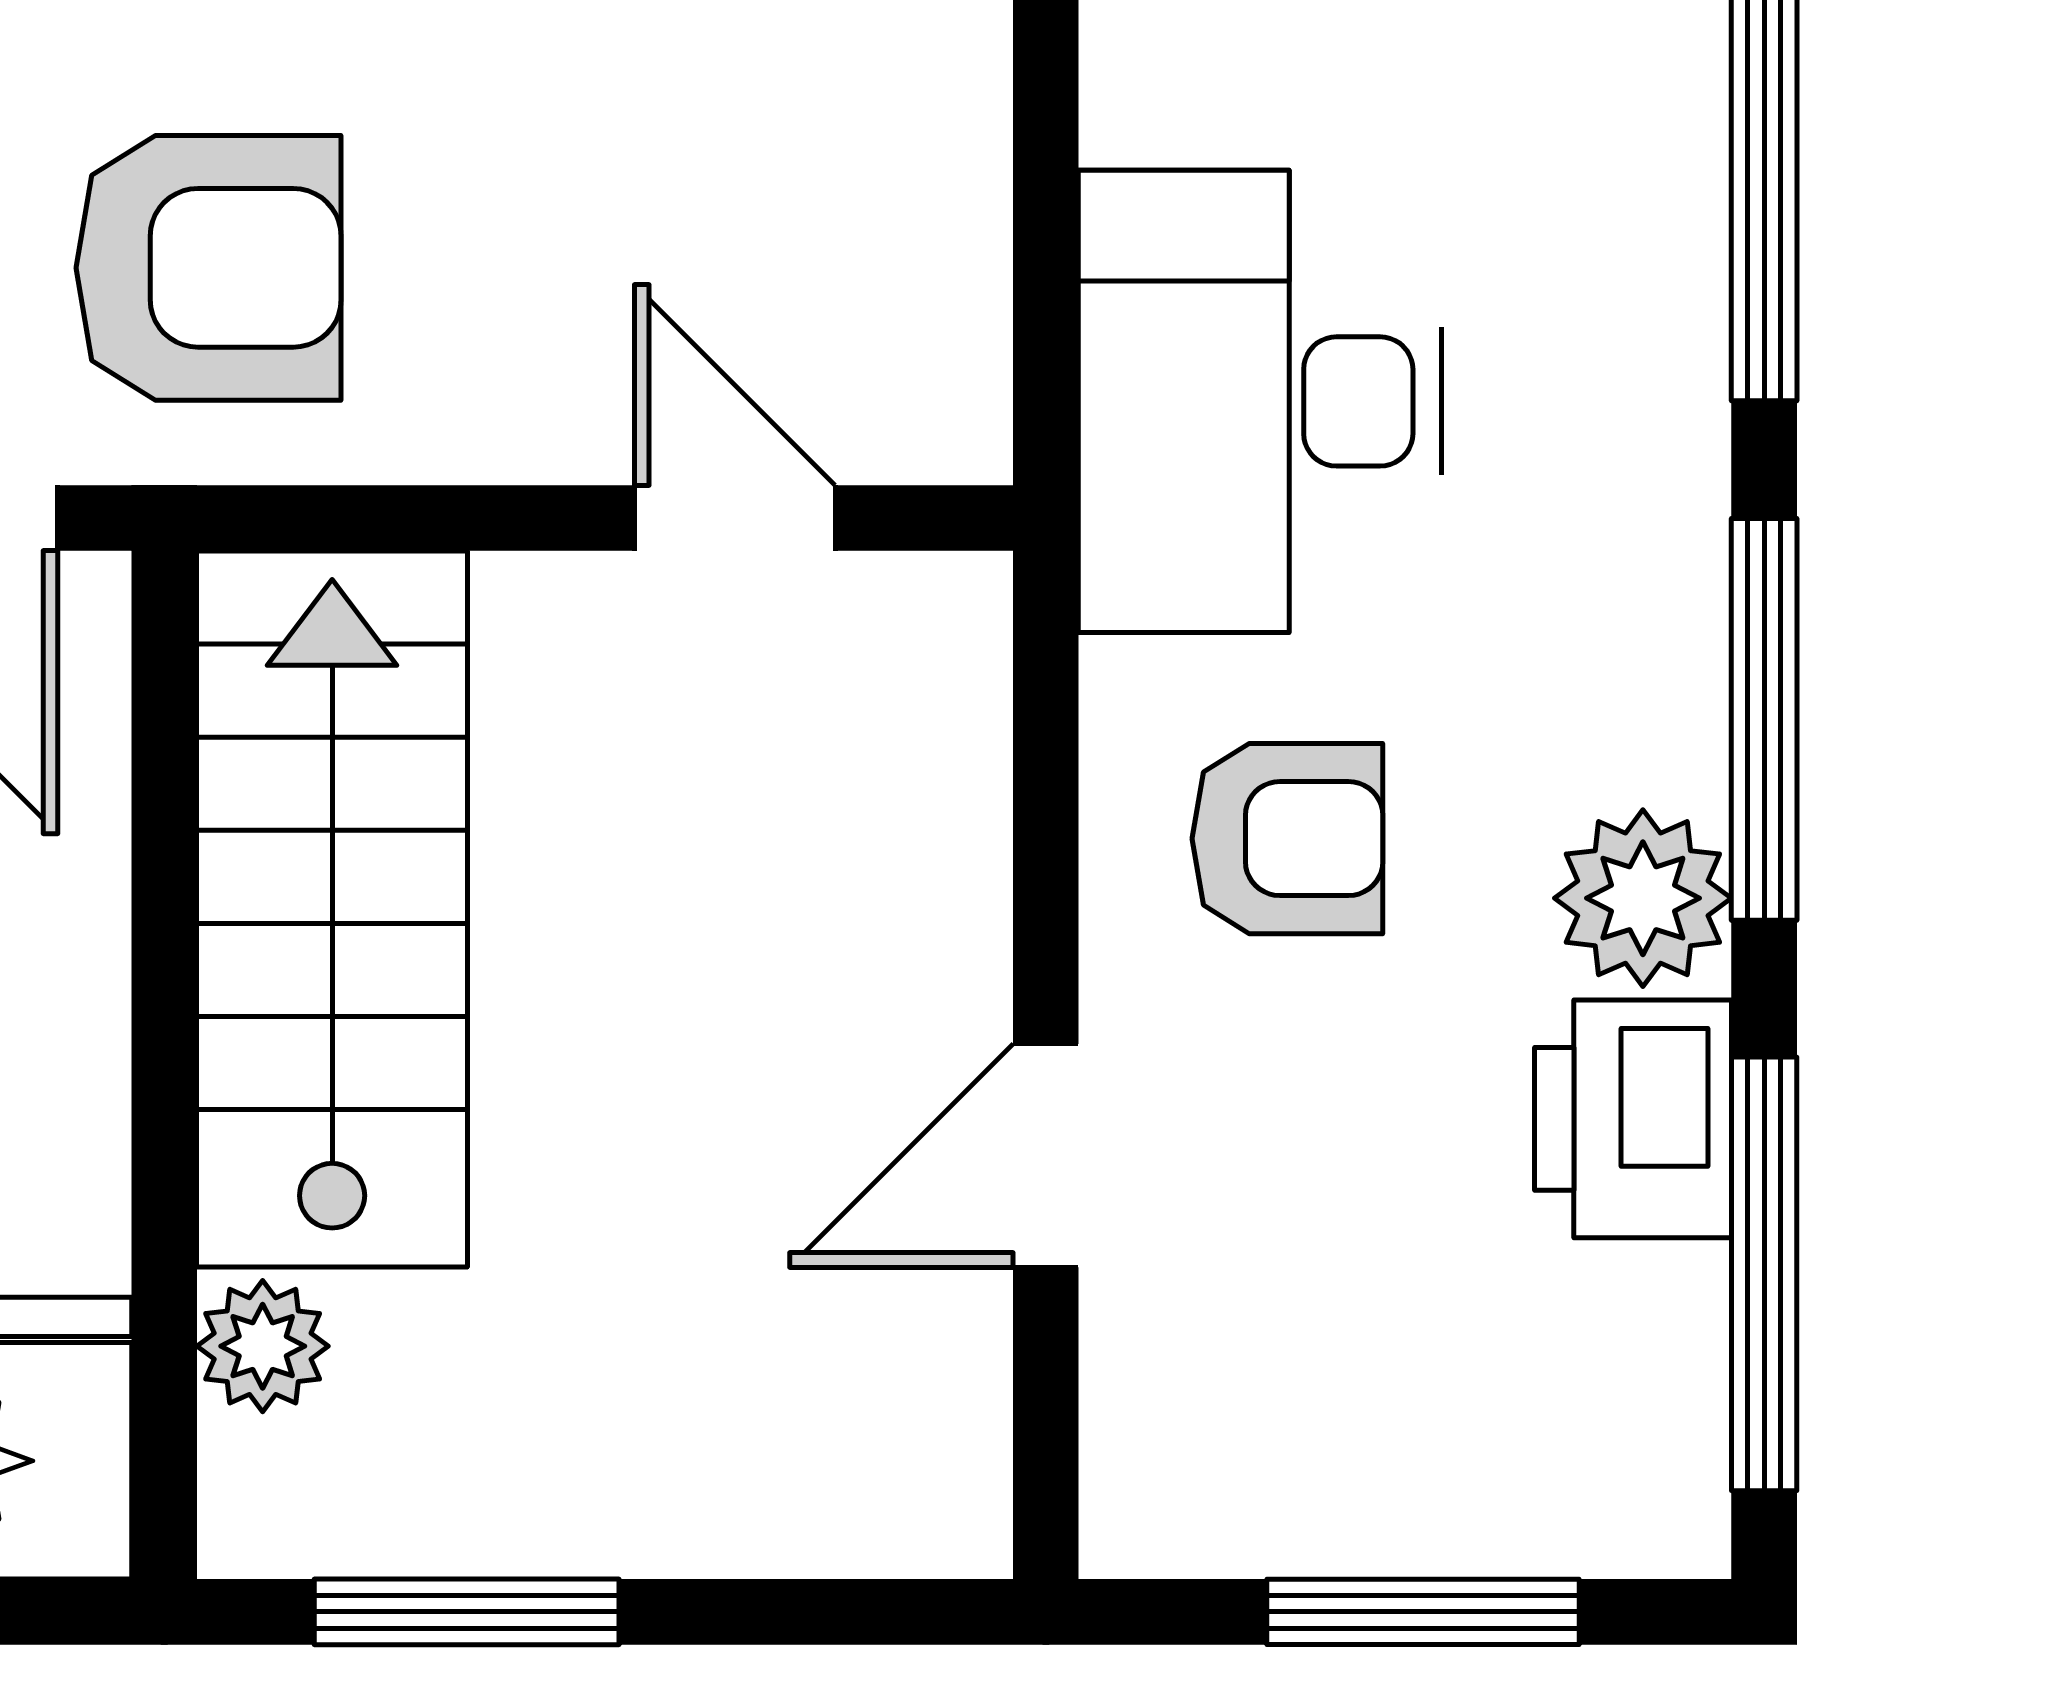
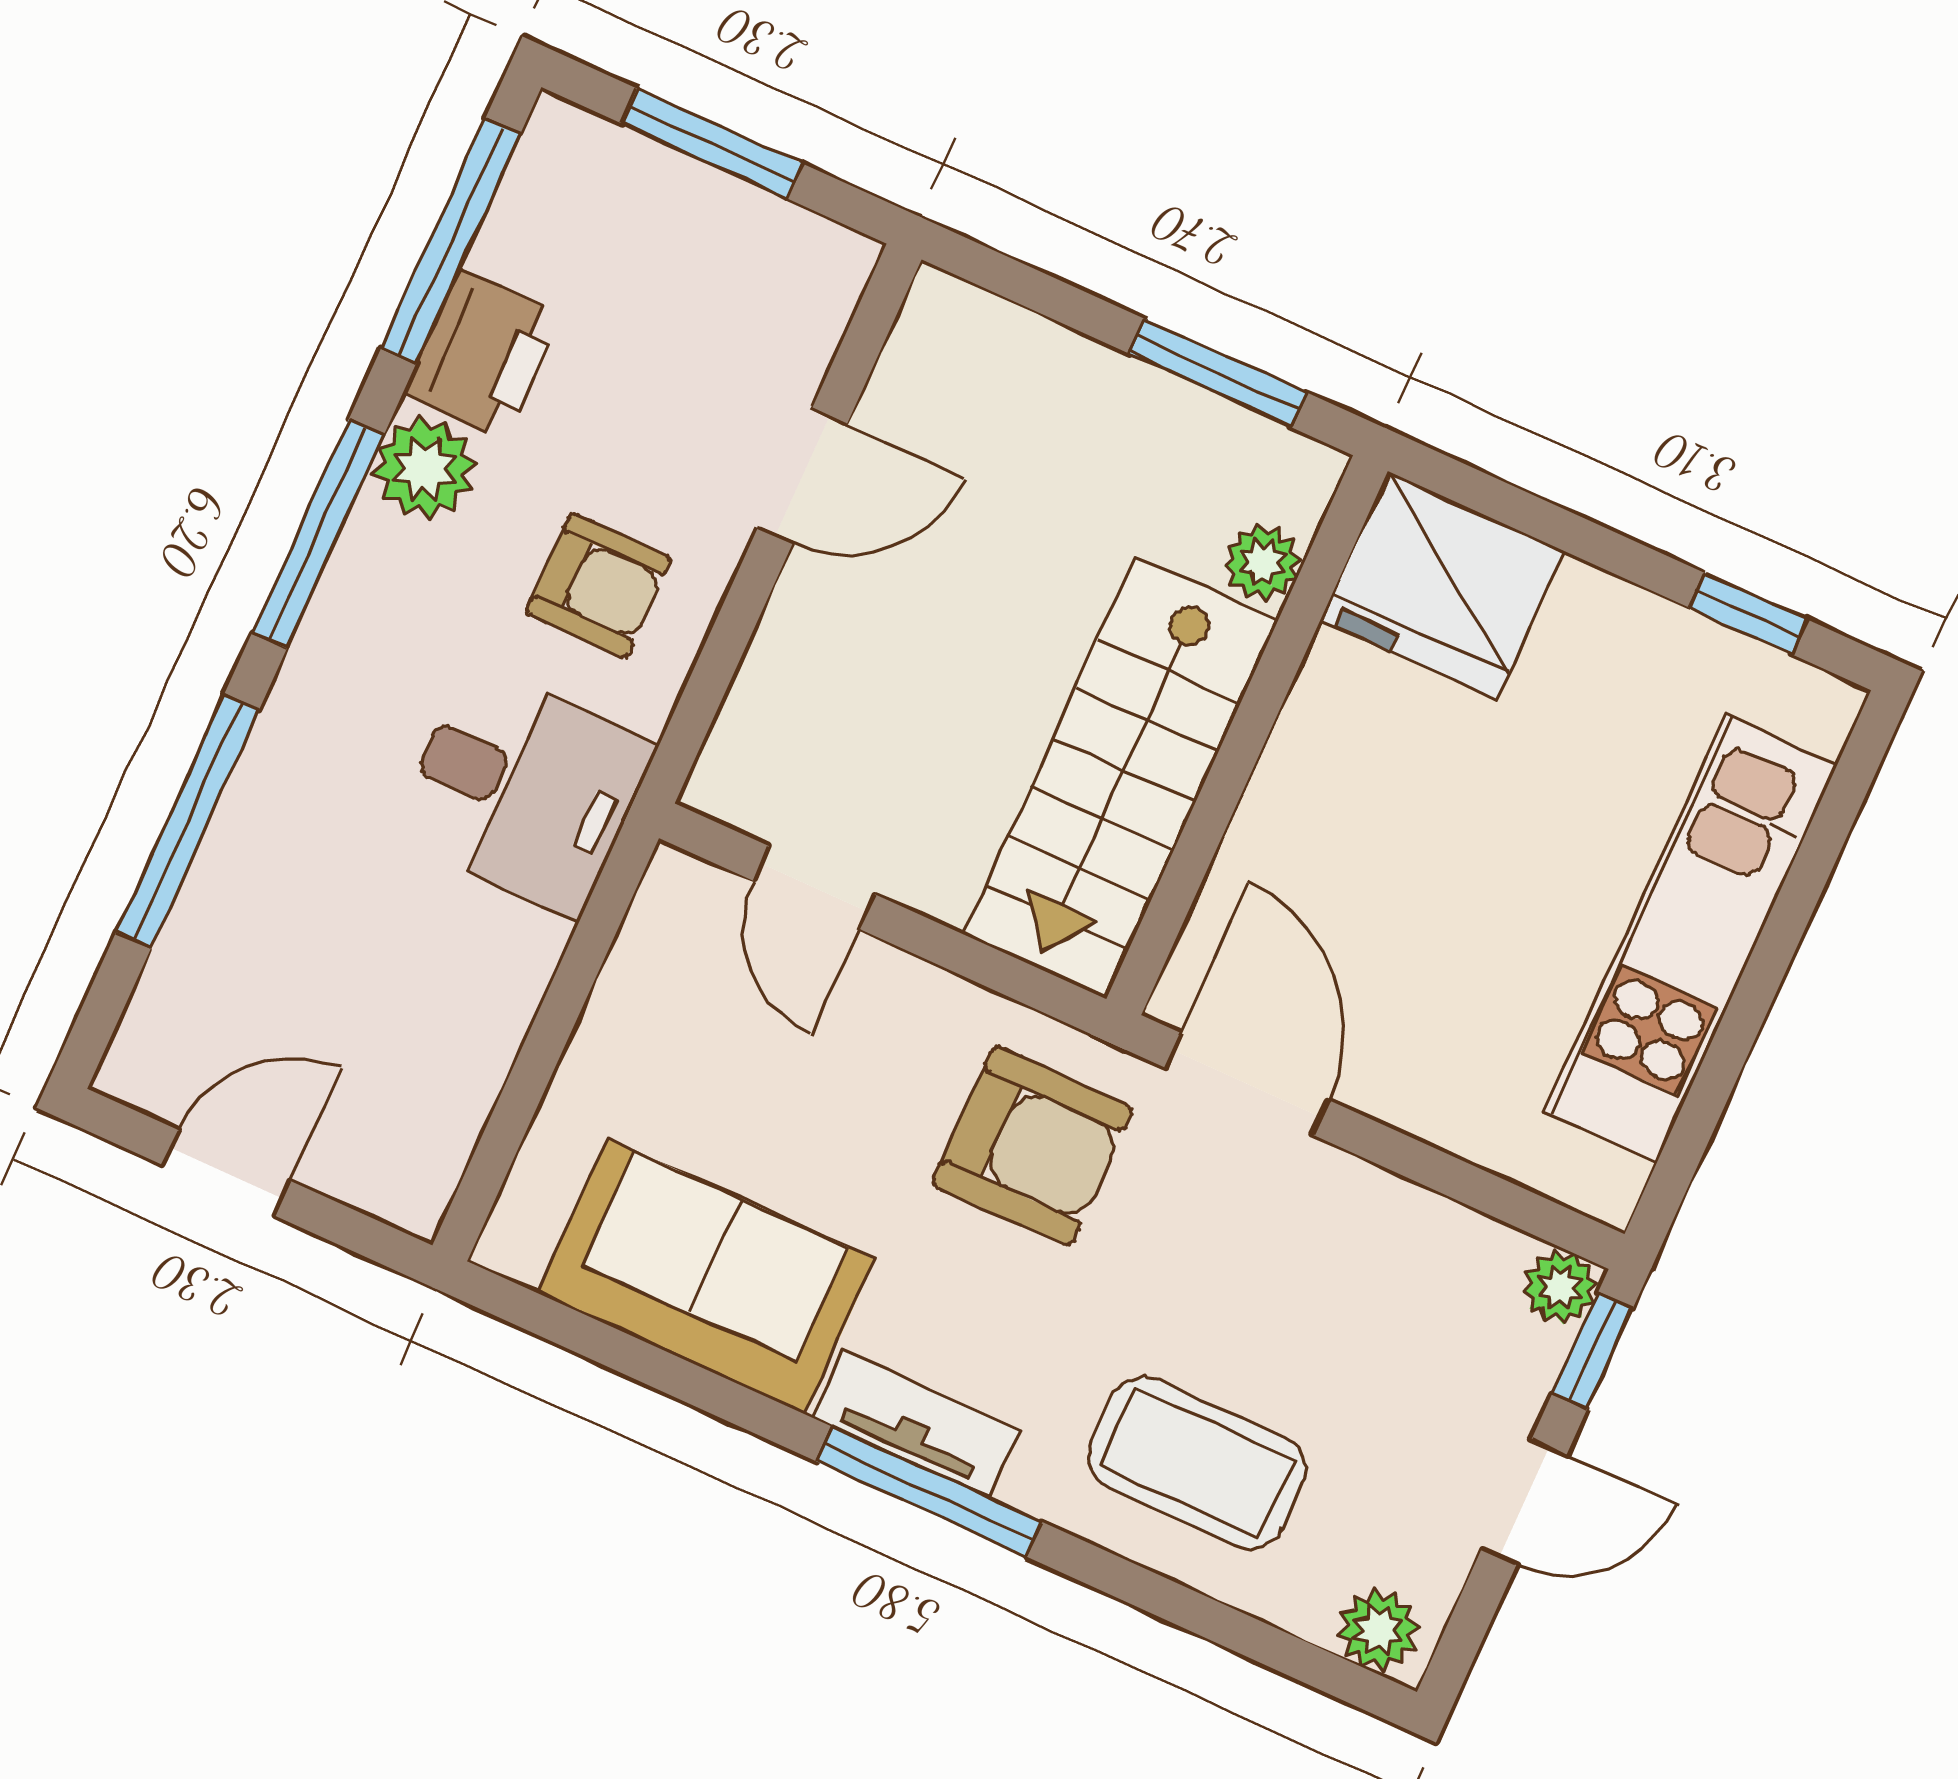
armchair: (209, 268) -> (1032, 1146), turned 180
desk: (1260, 401) -> (523, 790), width x0.73
armchair: (1287, 839) -> (599, 585), turned 180

